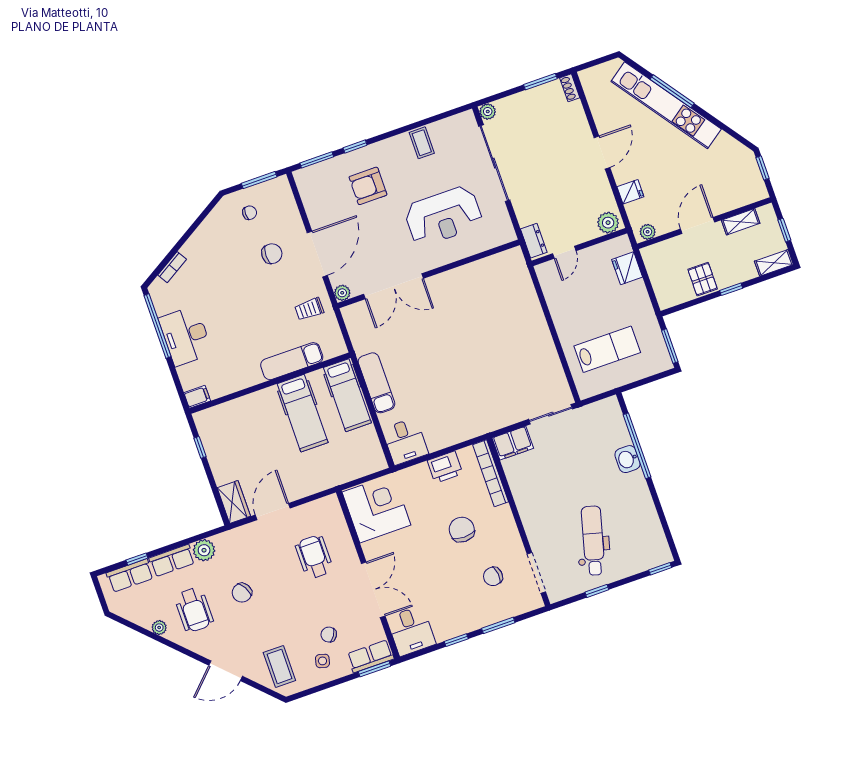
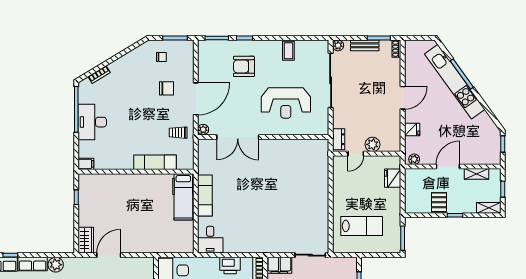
bench: (524, 99) -> (365, 45), added
plant: (608, 223) -> (372, 144), moved
hospital bed: (303, 413) -> (150, 198), removed

